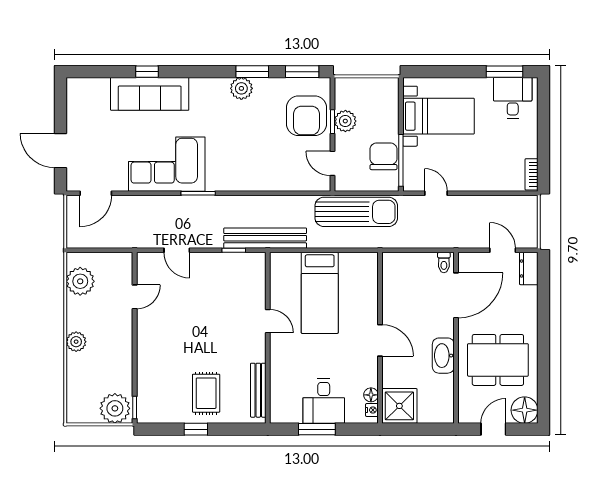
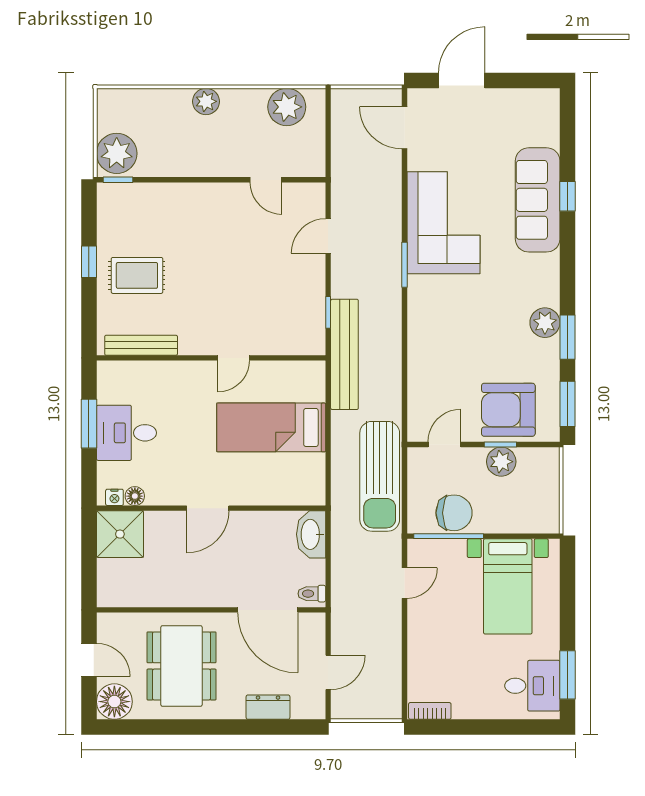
dresser: (529, 269) -> (268, 707), moved
washbasin: (443, 356) -> (311, 534), moved, turned -90

